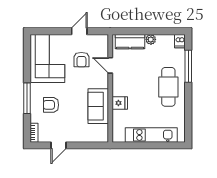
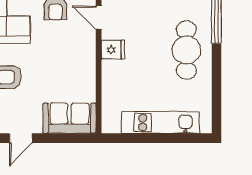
fridge: (120, 103) -> (113, 50), moved
sofa: (98, 106) -> (69, 118), moved, turned 90

